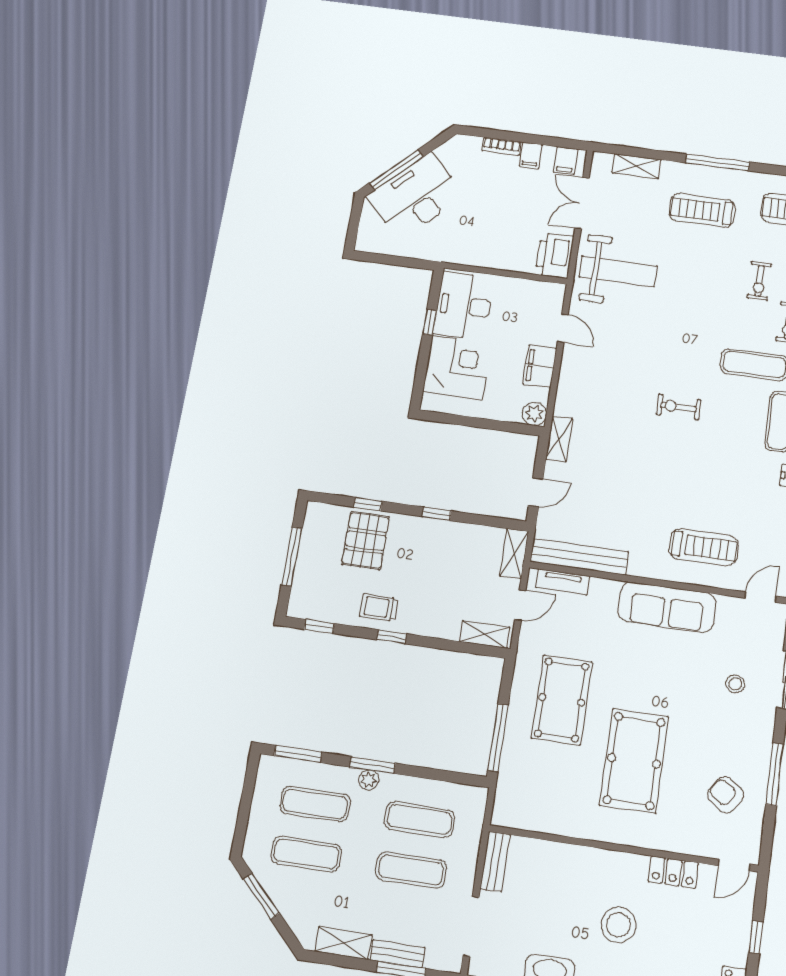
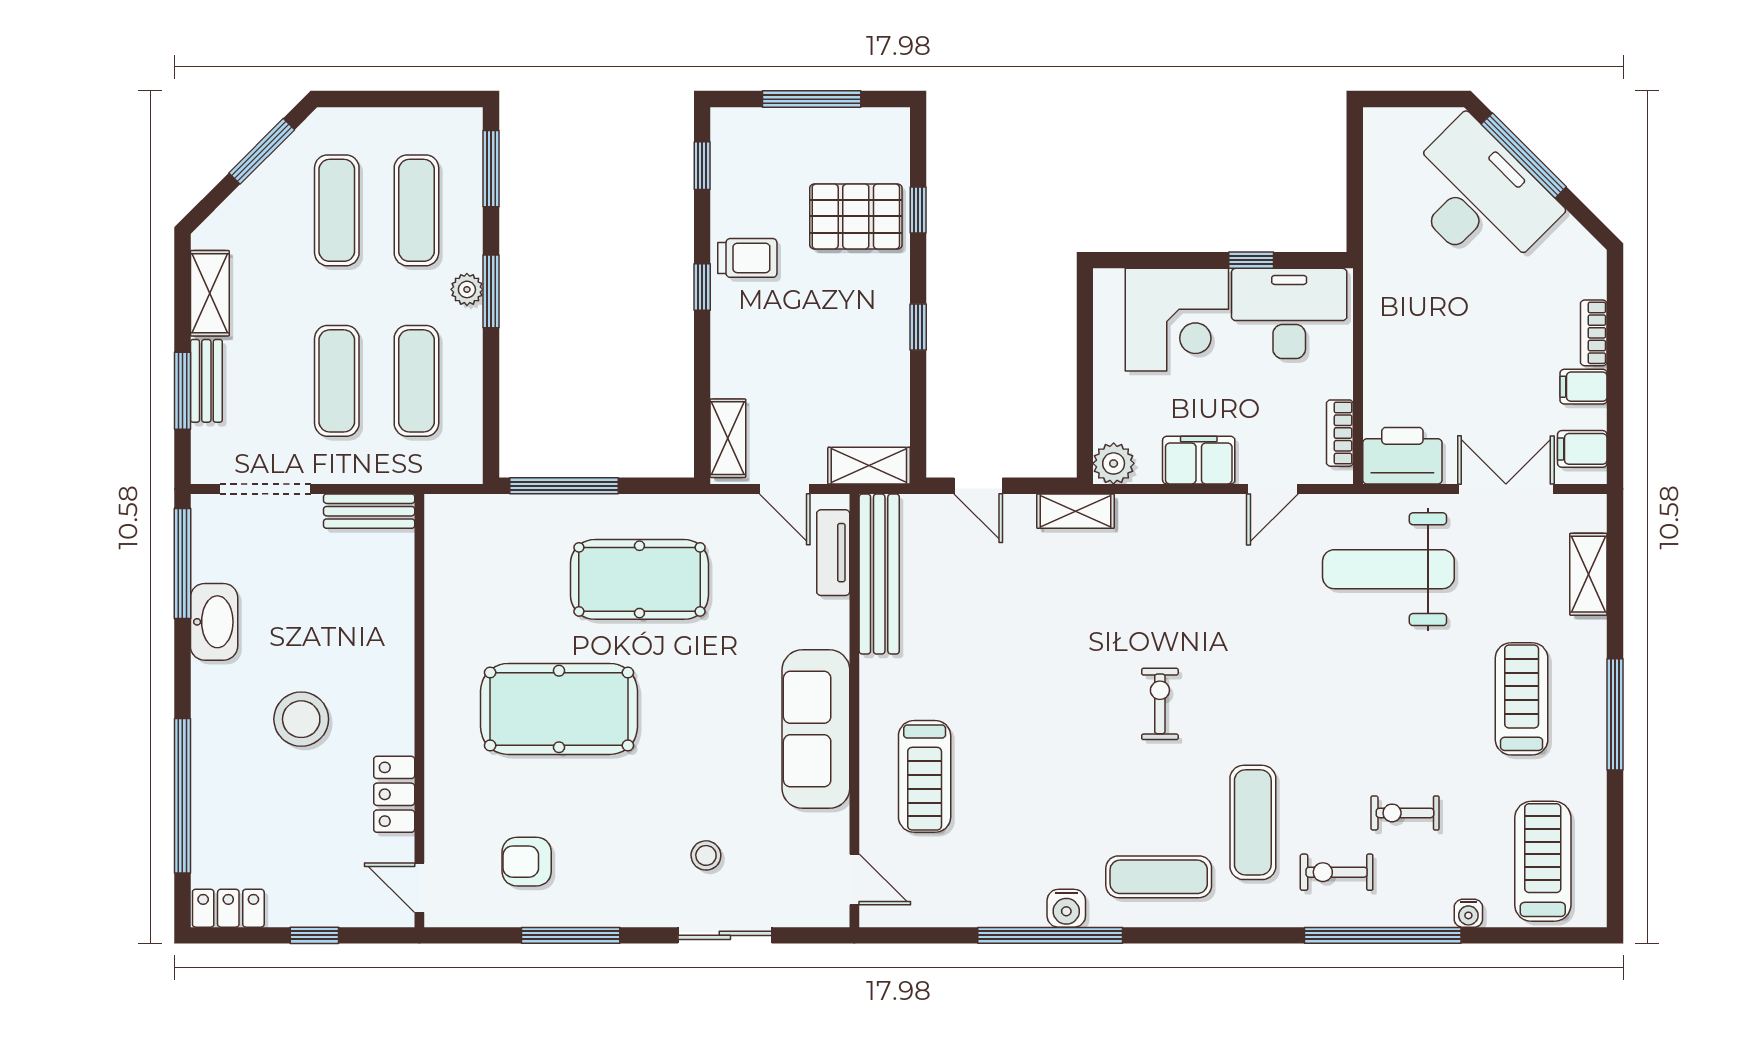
weight bench: (618, 271) -> (1388, 569), turned 90
bookcase: (536, 287) -> (1340, 433), added
trolley: (379, 607) -> (747, 258), turned 90
armchair: (726, 795) -> (527, 862), turned -125

